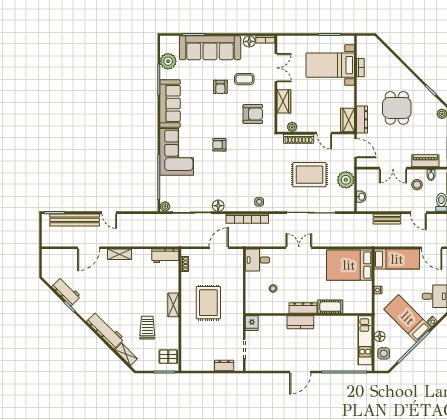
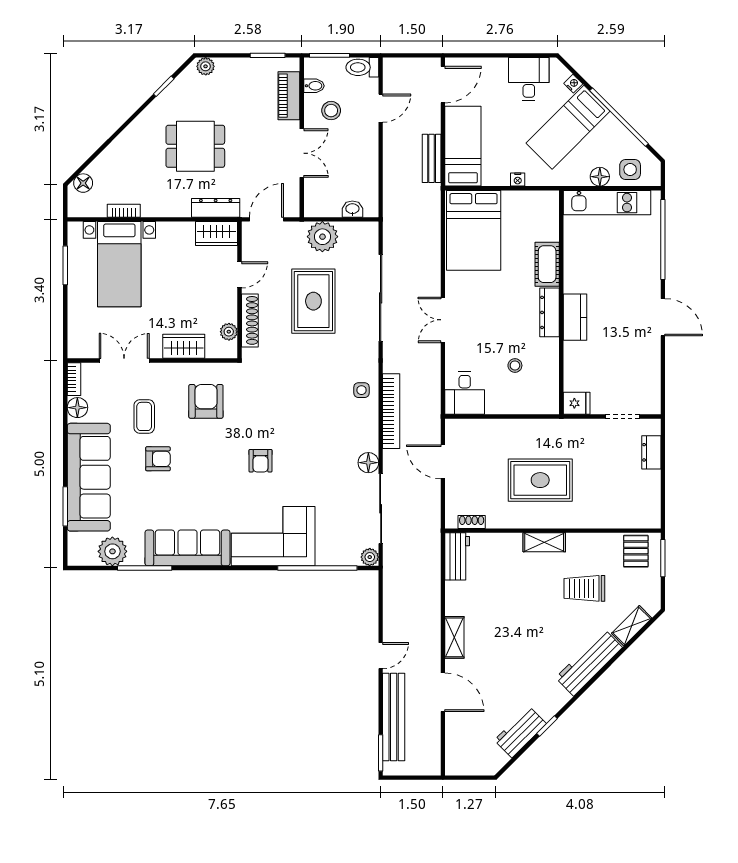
floor lamp: (376, 45) -> (83, 183), added
bench: (387, 219) -> (432, 158), moved

